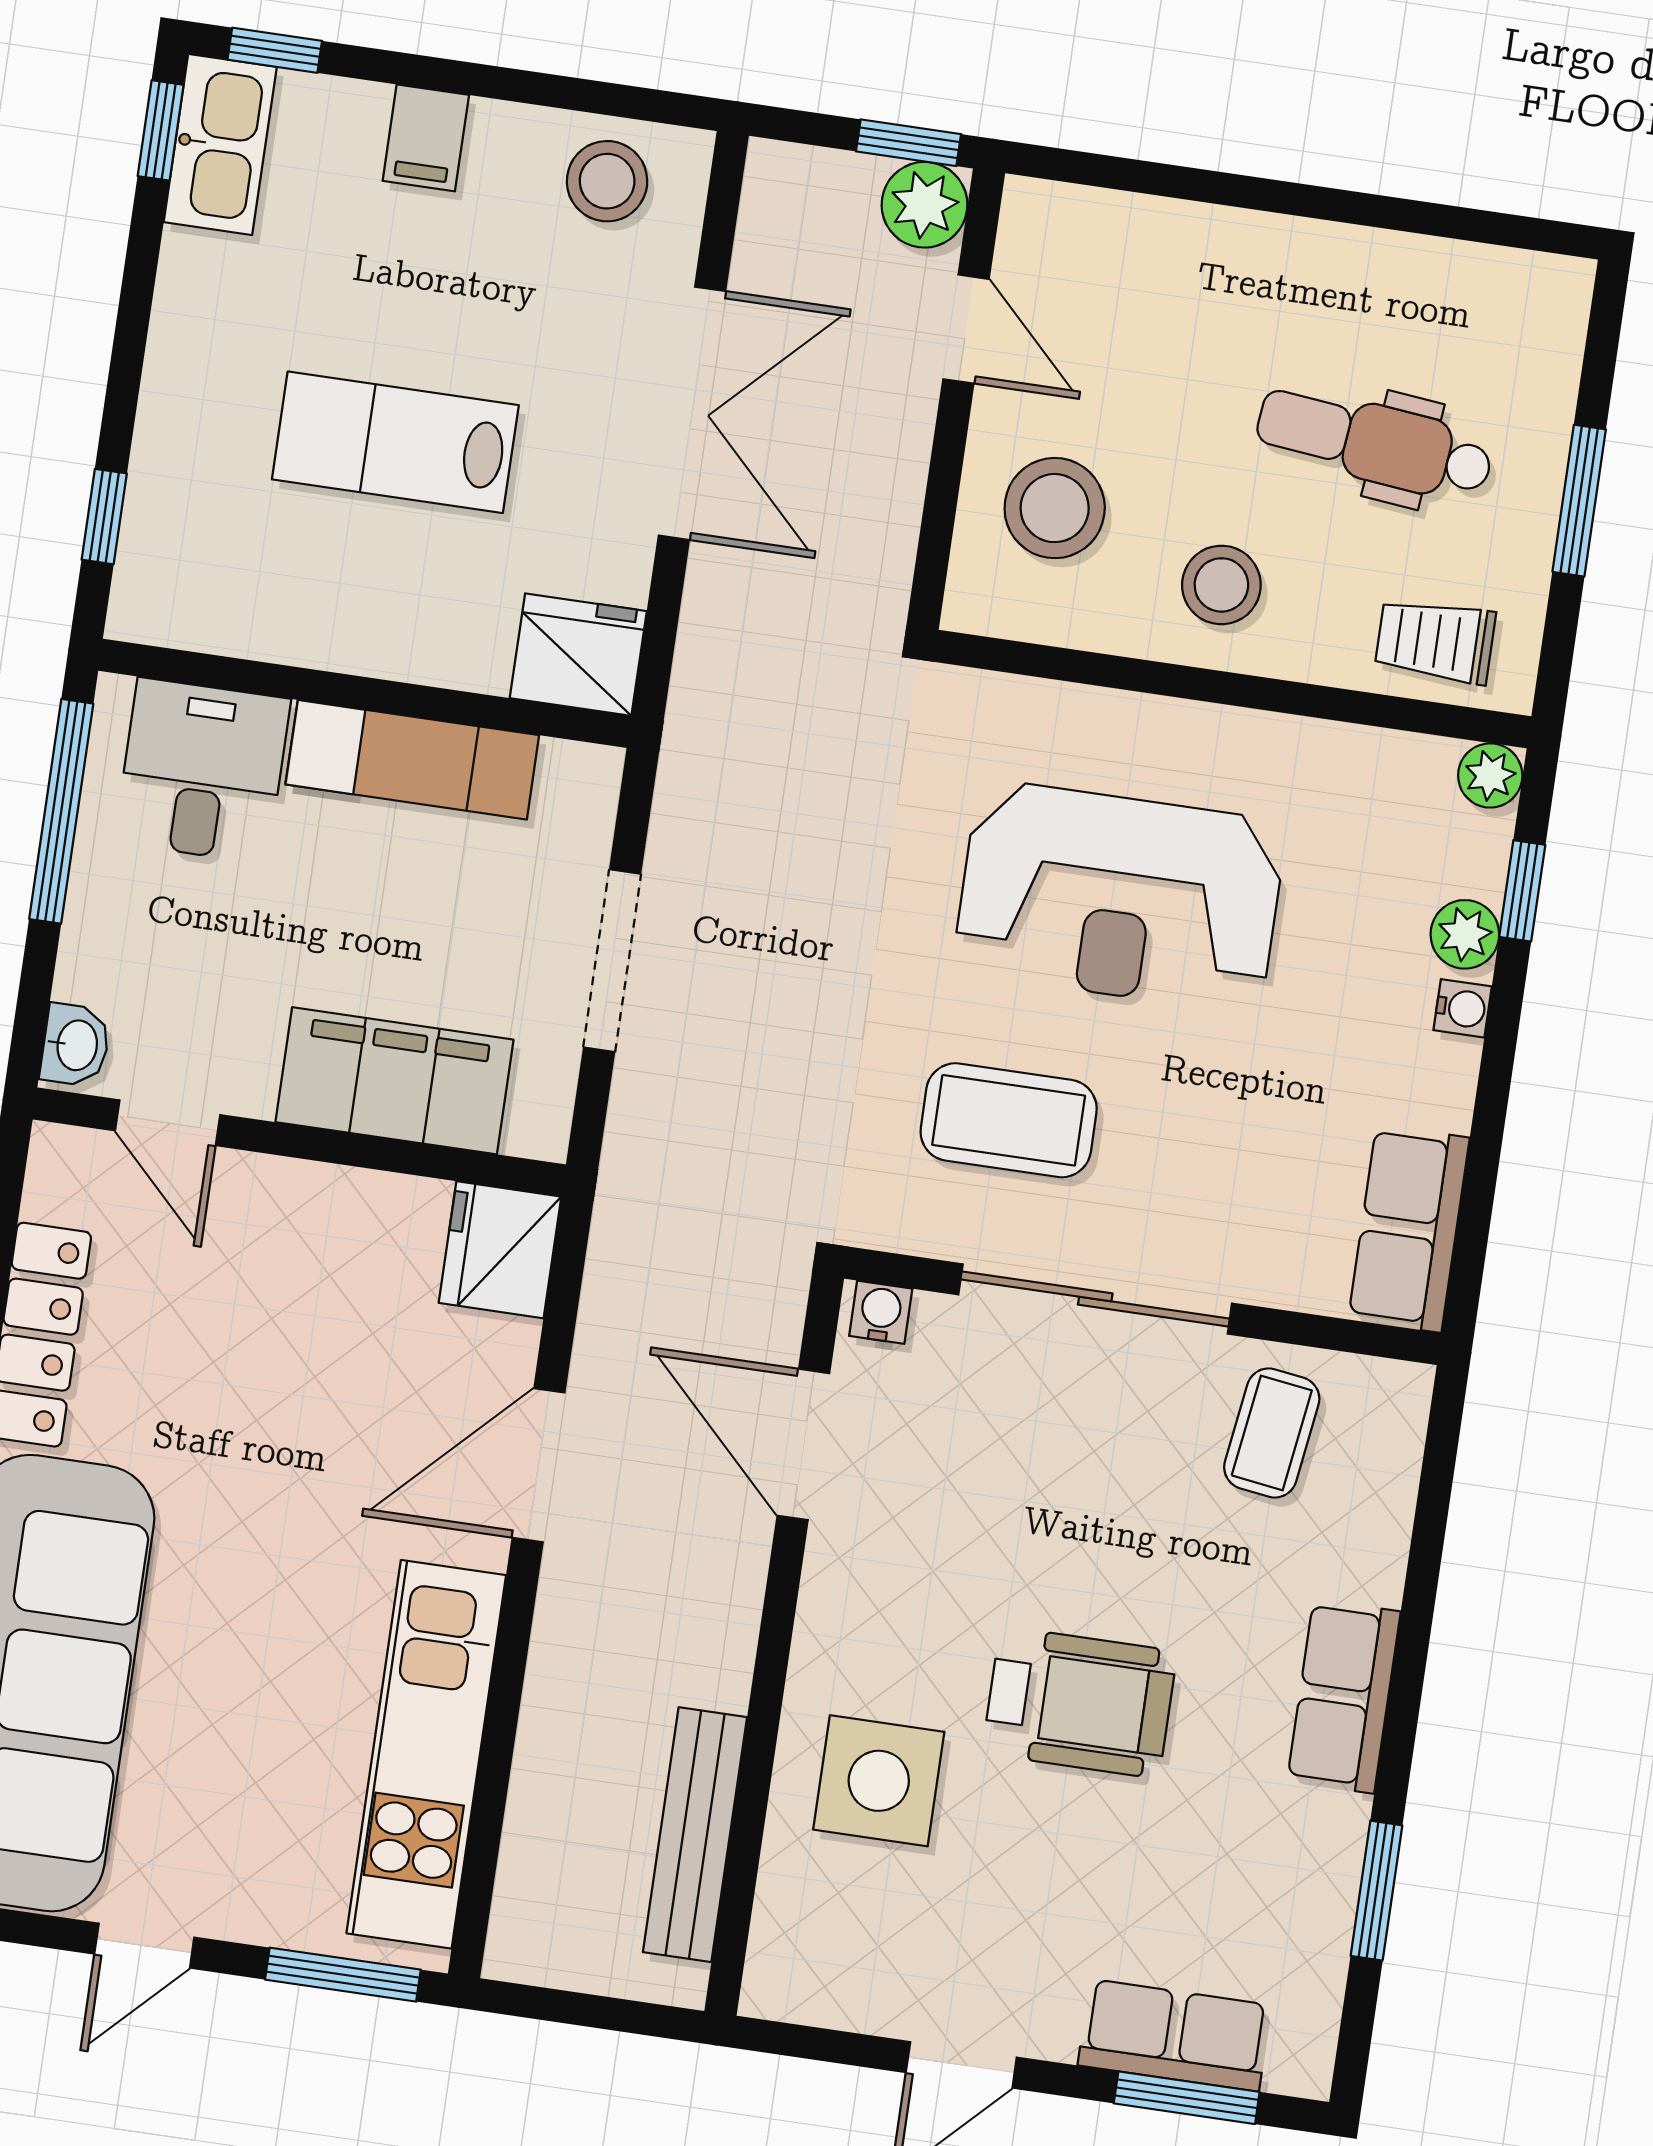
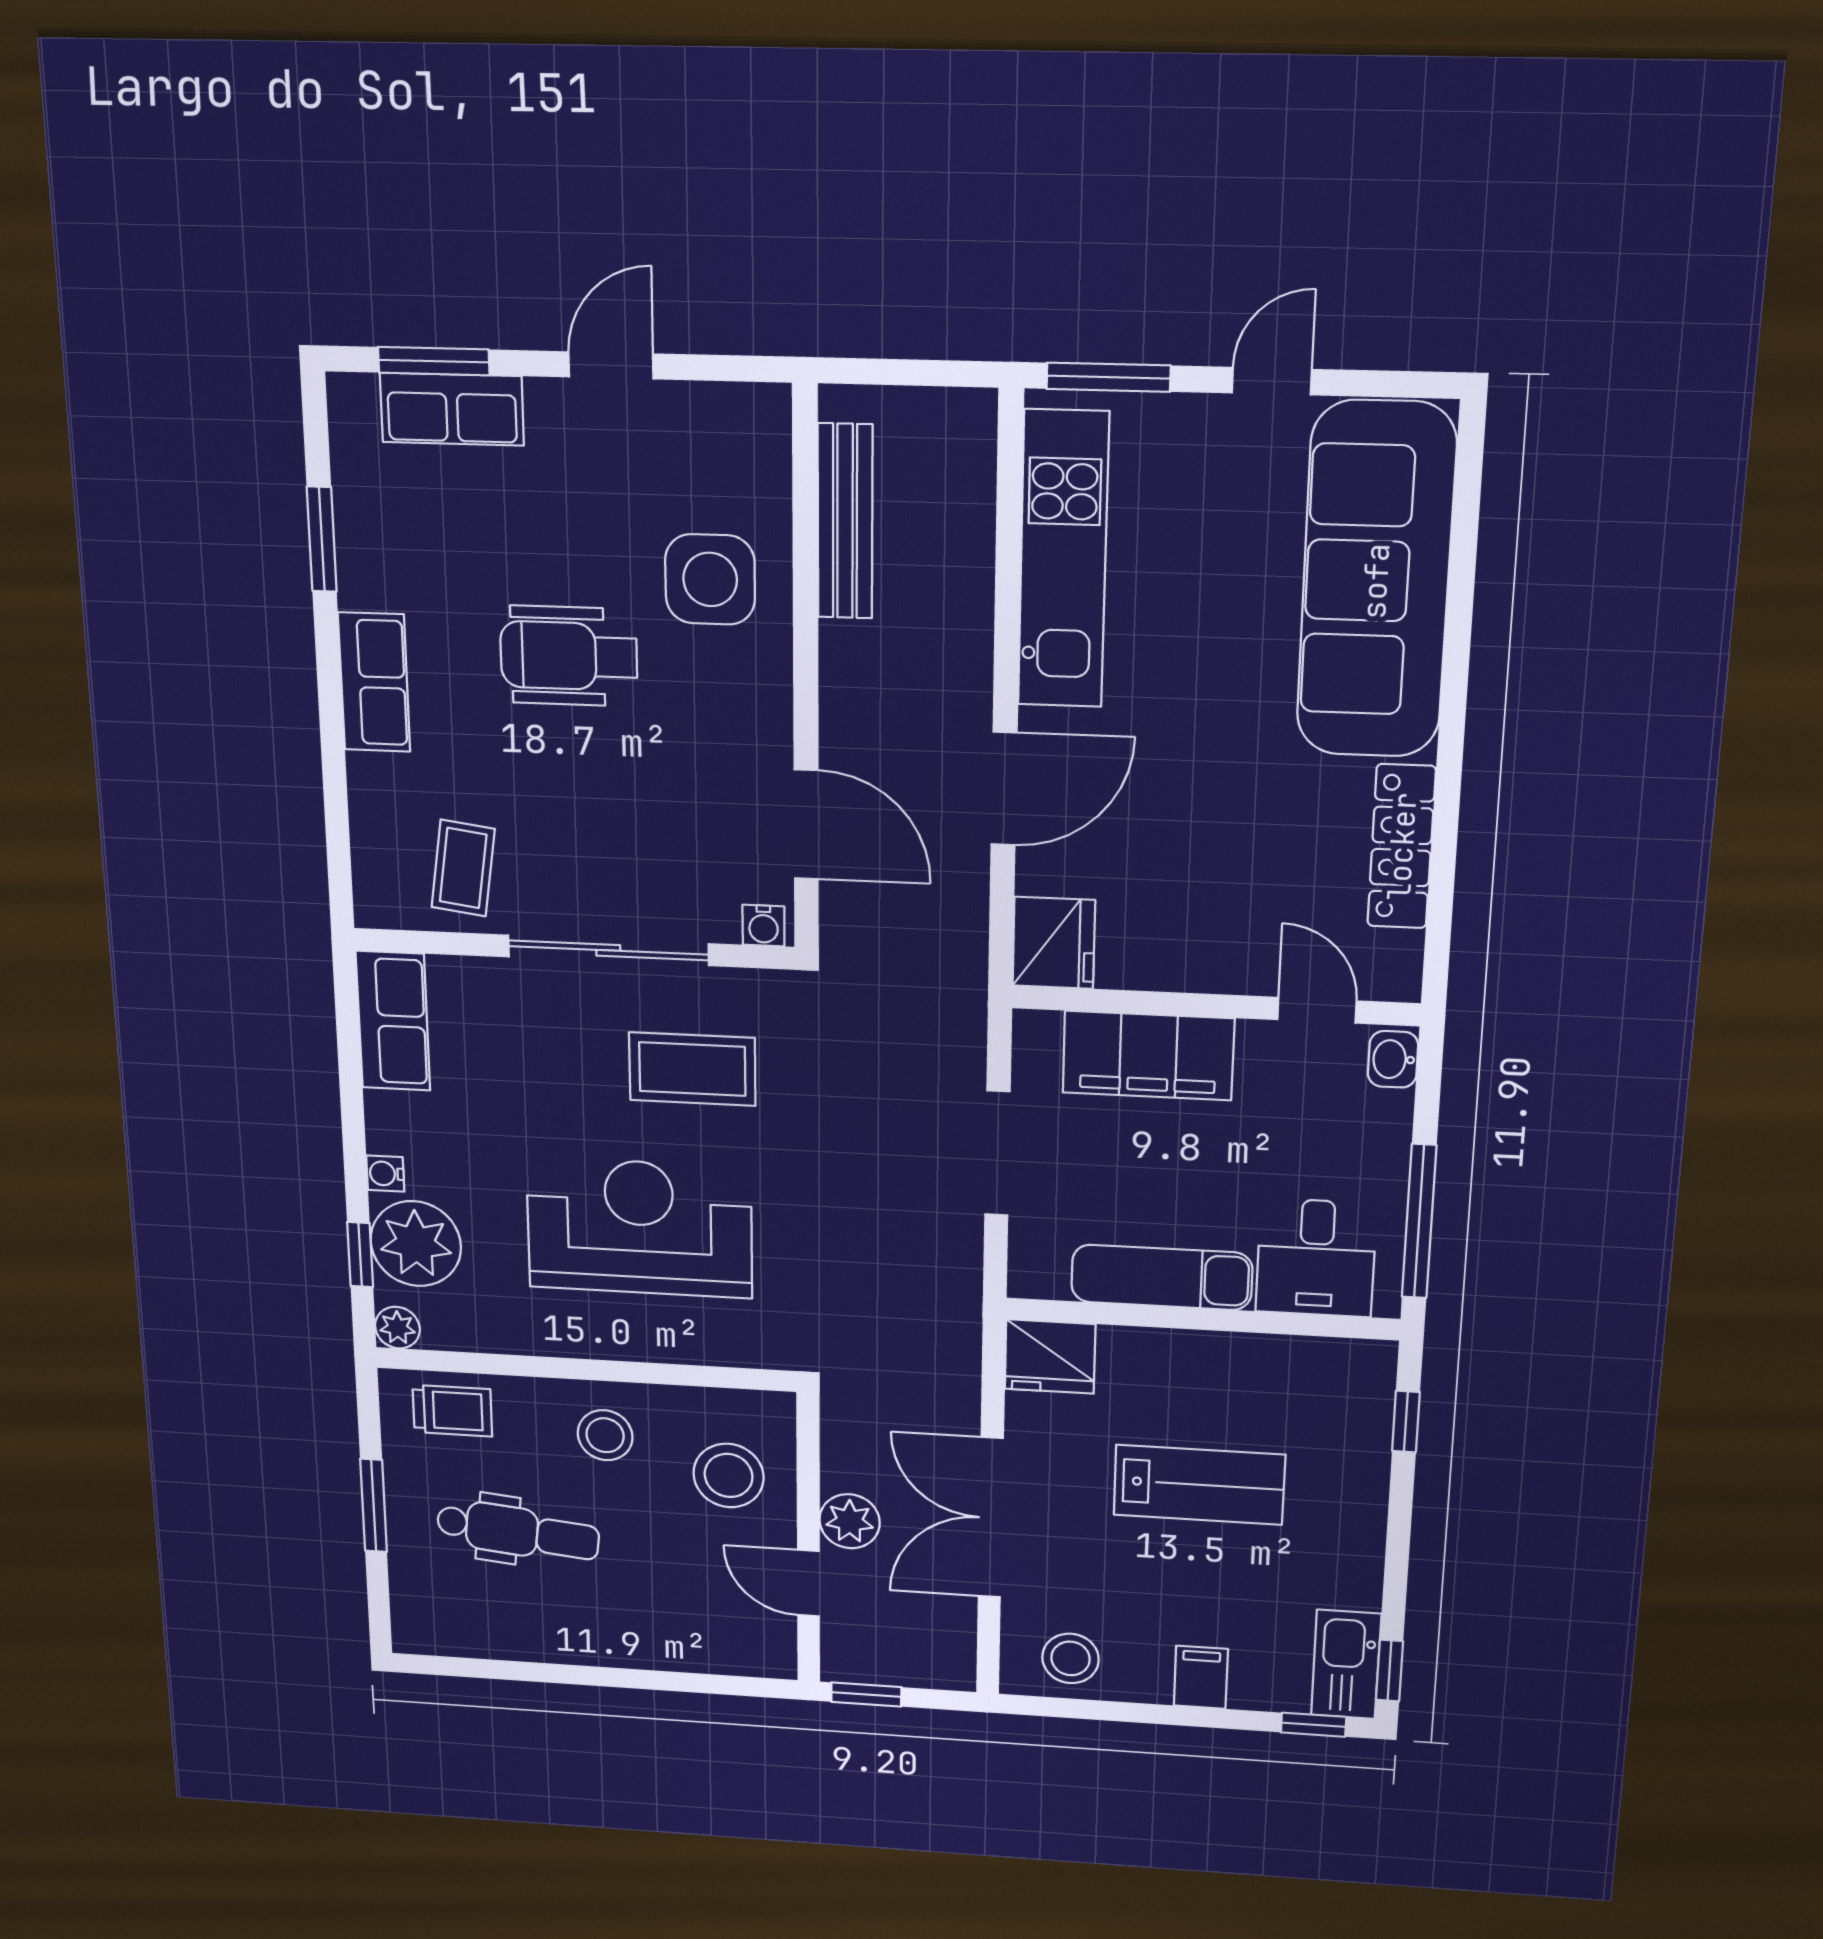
plant: (924, 205) -> (850, 1521), moved
plant: (1465, 934) -> (416, 1244), width x1.87, depth x1.87

